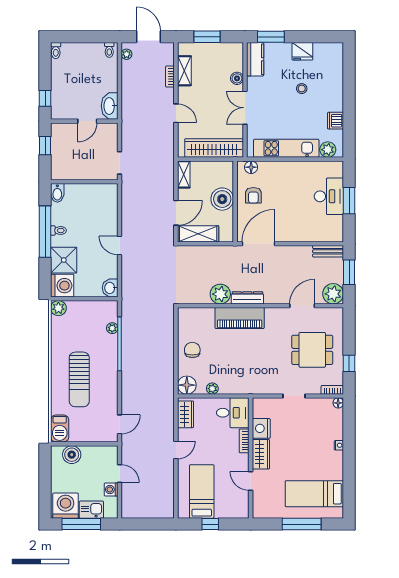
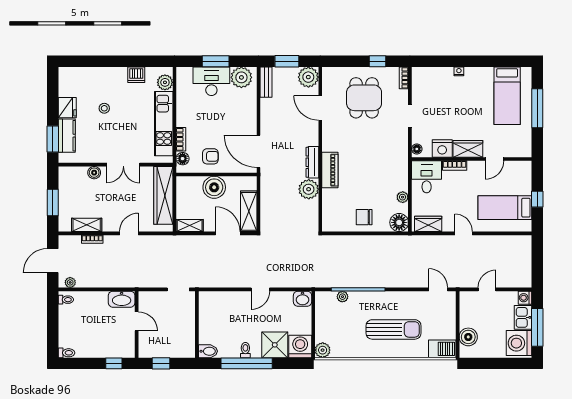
kitchen counter: (255, 59) -> (67, 136), moved, turned 90
bookcase: (271, 166) -> (181, 139), added
plant: (333, 227) -> (241, 77), added
piano: (240, 318) -> (330, 170), width x0.73, depth x0.75
floor lamp: (338, 403) -> (417, 149), moved
washing machine: (111, 489) -> (525, 298), moved, turned 90

